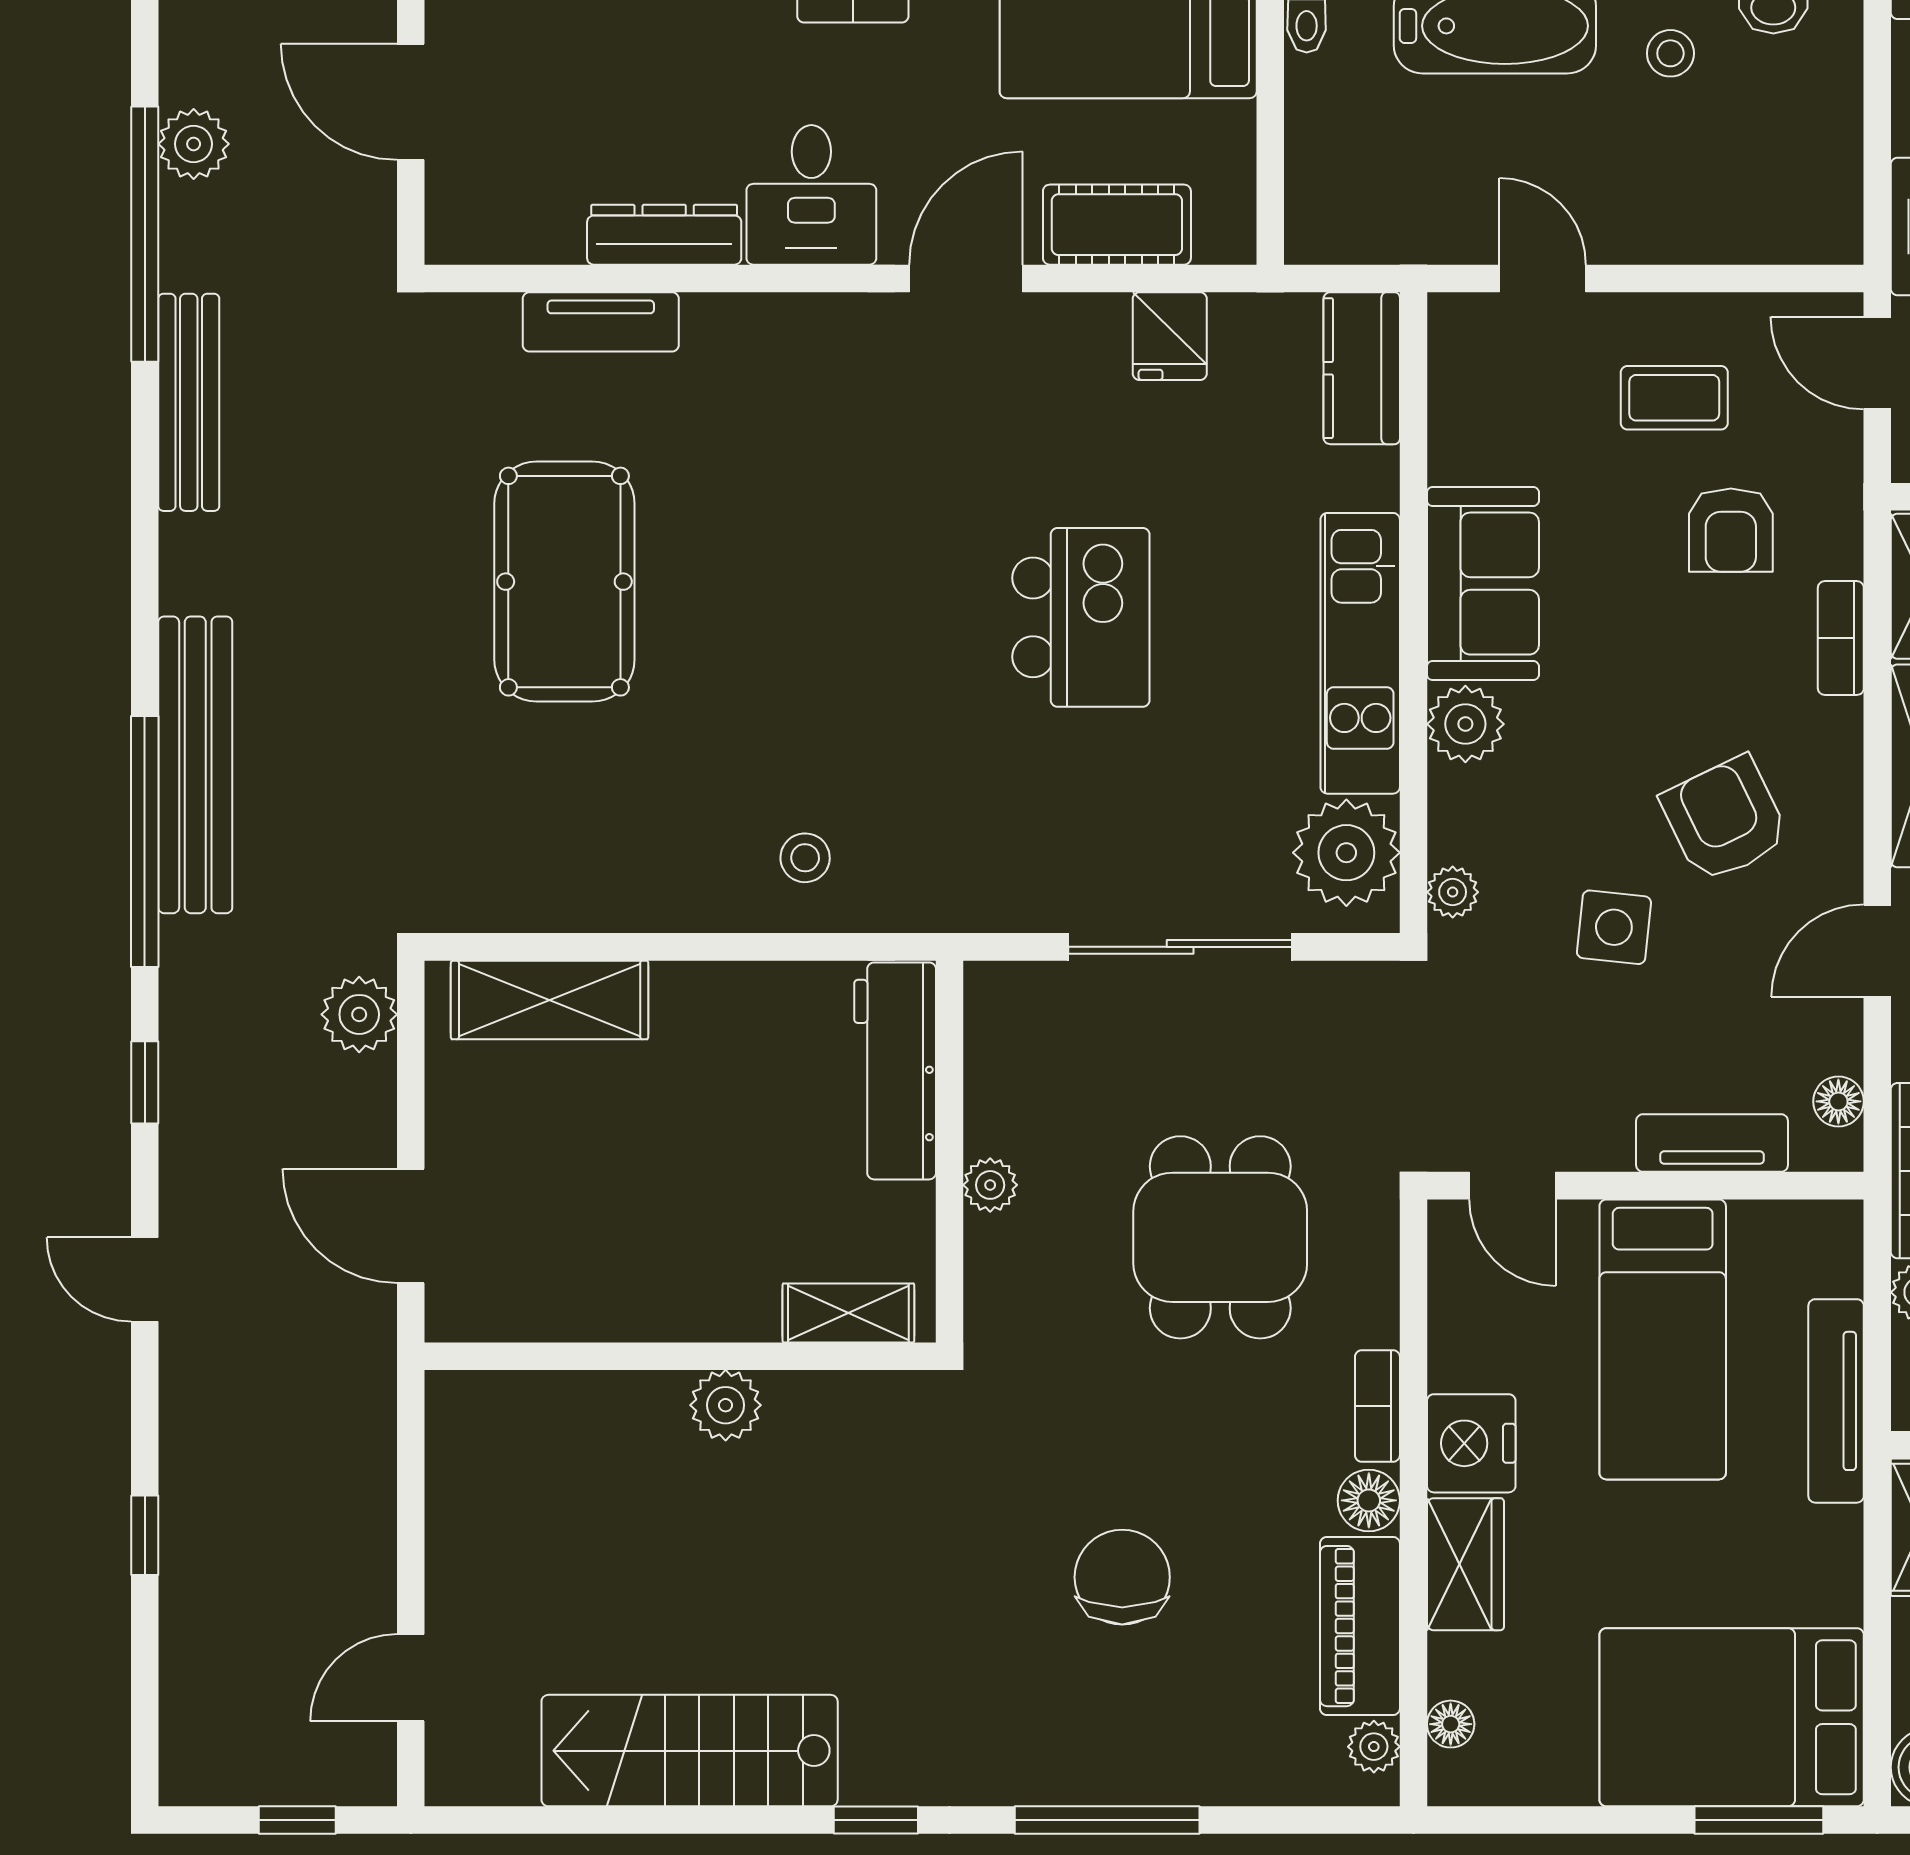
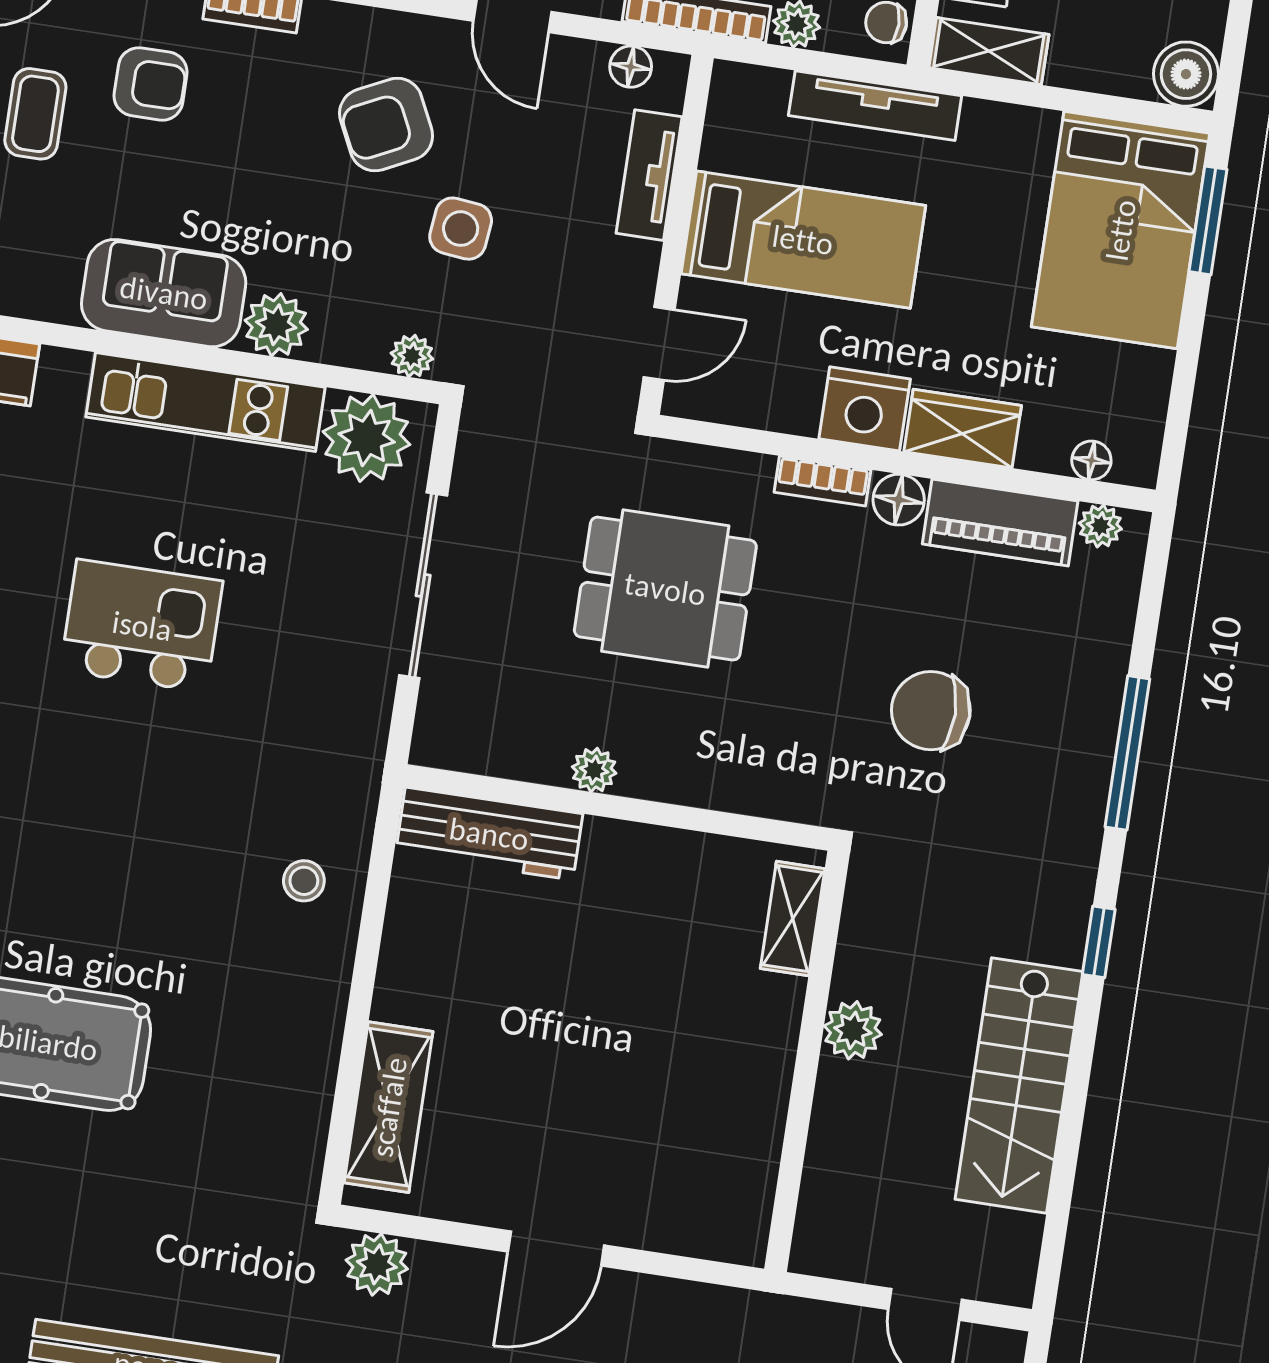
shelving: (848, 1313) -> (793, 919), moved
wall: (680, 1356) -> (807, 1061), moved
plant: (726, 1405) -> (853, 1030), moved

